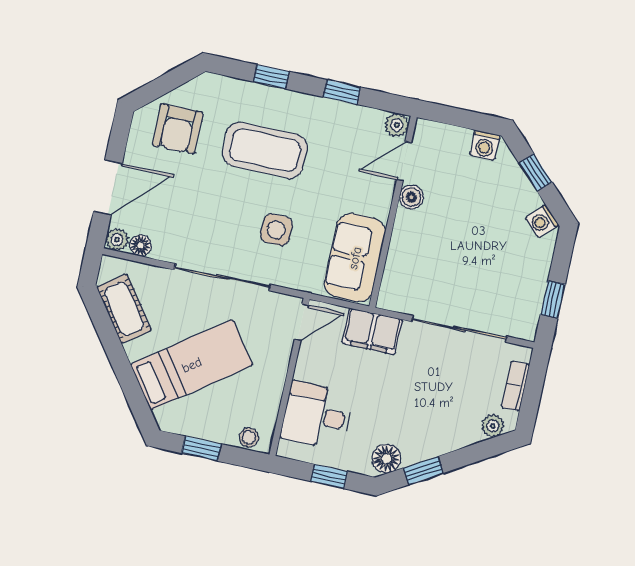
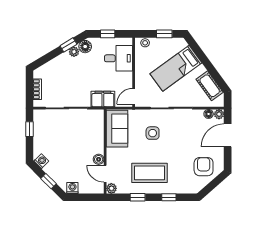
coffee table: (265, 150) -> (149, 173), moved
door: (404, 161) -> (105, 174), swing flipped
plant: (493, 426) -> (74, 52), moved

